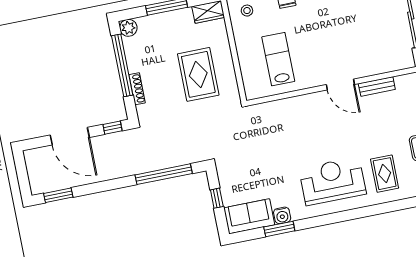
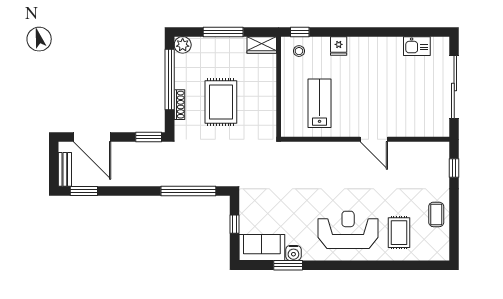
rug: (198, 74) -> (221, 102), moved
bench: (377, 86) -> (65, 169), moved, turned 90
window: (112, 128) -> (149, 137), width x1.50
door: (70, 136) -> (92, 137), moved

